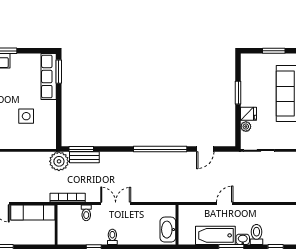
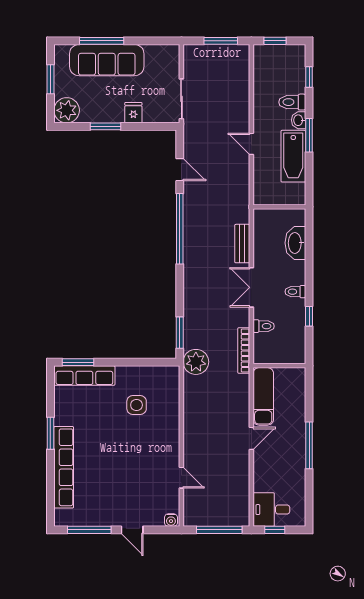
plant: (246, 127) -> (67, 110), moved, width x1.87, depth x1.87
bench: (84, 157) -> (242, 244), moved
washbasin: (168, 230) -> (295, 243), moved, turned 90

